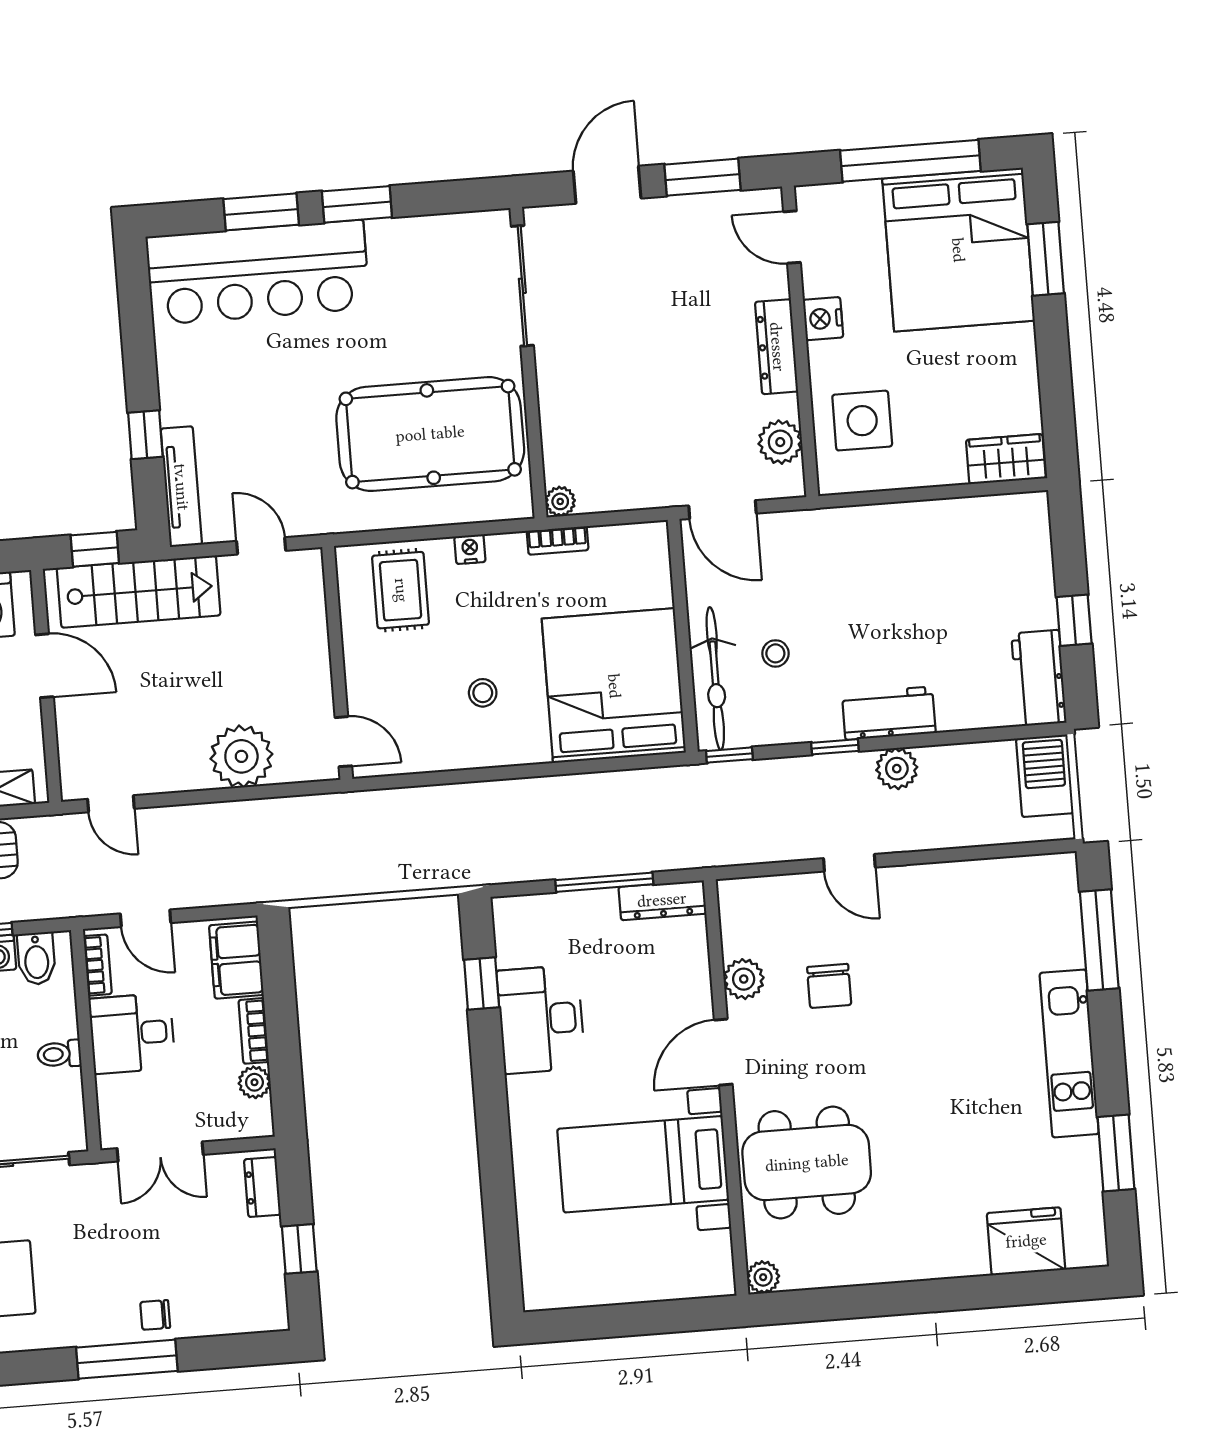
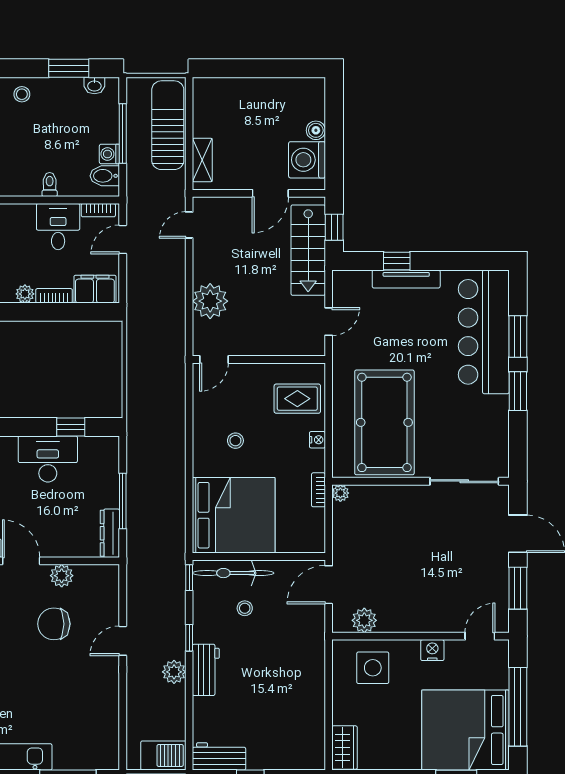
dresser: (777, 347) -> (418, 623), removed
tv unit: (181, 487) -> (406, 279), moved
chair: (829, 986) -> (54, 624), width x1.37, depth x1.37

